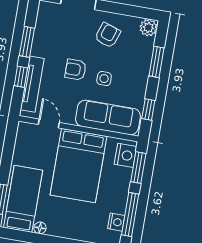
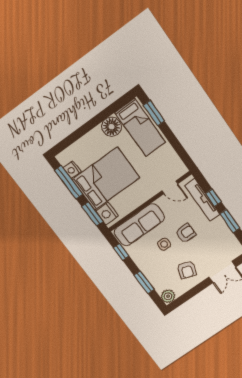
bed: (78, 166) -> (106, 179), moved, turned 90
floor lamp: (40, 228) -> (112, 127), width x1.89, depth x1.89

